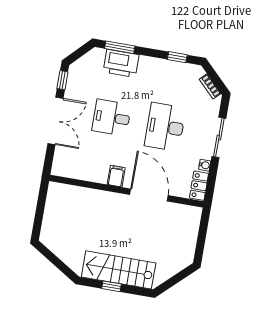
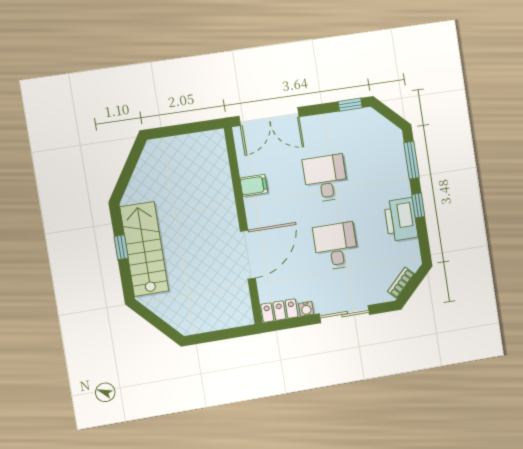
window: (177, 57) -> (418, 205), moved
printer: (121, 63) -> (401, 219), moved
double door: (55, 121) -> (269, 117), moved
desk: (165, 127) -> (336, 246), width x0.73
filing cabinet: (116, 176) -> (254, 185), moved

